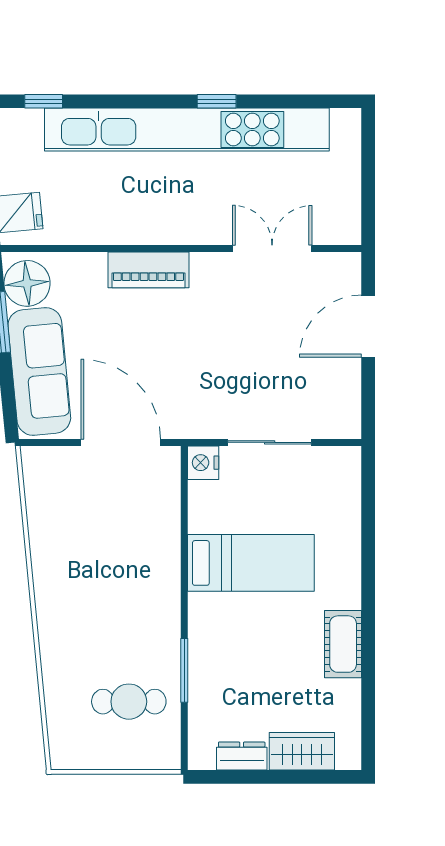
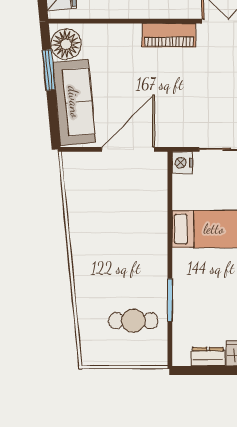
piano: (148, 270) -> (169, 35), moved
door: (121, 442) -> (128, 149), hinge flipped

